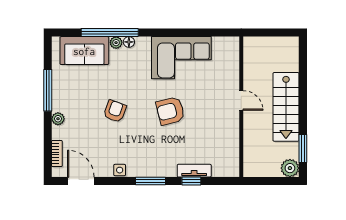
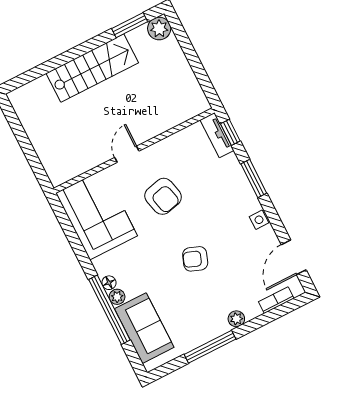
door: (241, 100) -> (127, 154), moved
wall: (241, 107) -> (134, 151), moved

